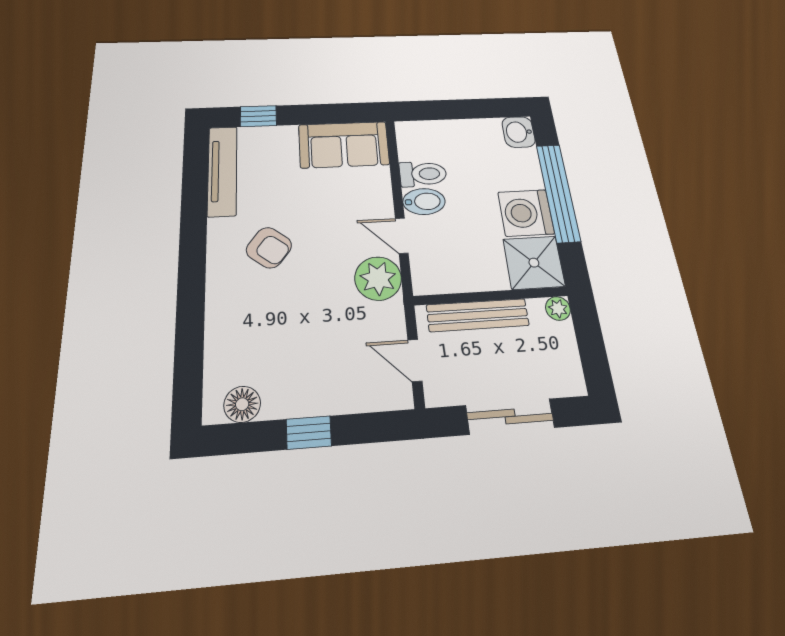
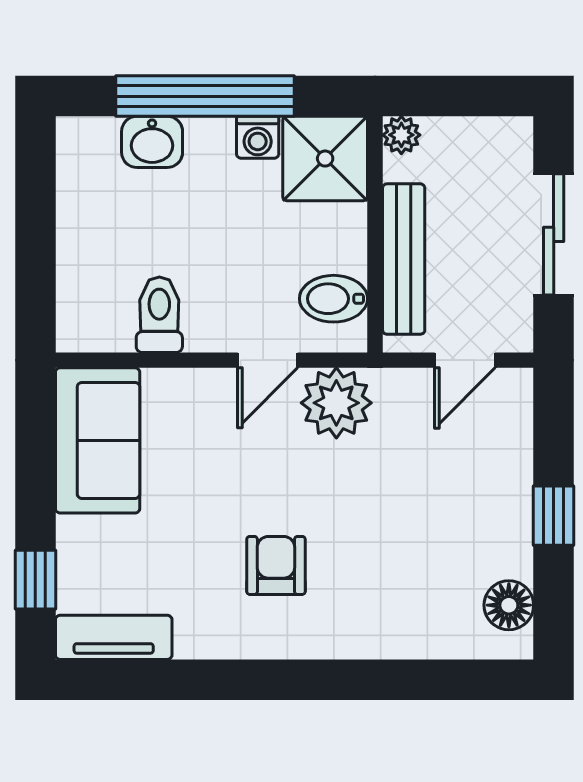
washbasin: (519, 132) -> (152, 142), moved
tv unit: (222, 171) -> (114, 637), width x0.71
bidet: (424, 201) -> (334, 299), moved, turned -90
washing machine: (526, 213) -> (258, 137), width x0.53, depth x0.53
armchair: (269, 248) -> (276, 565), turned -37

